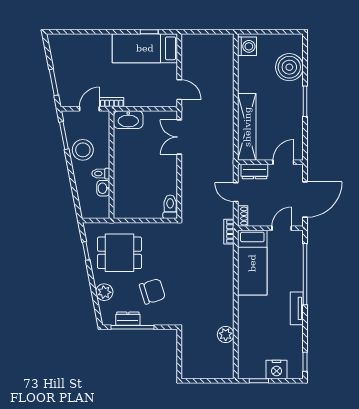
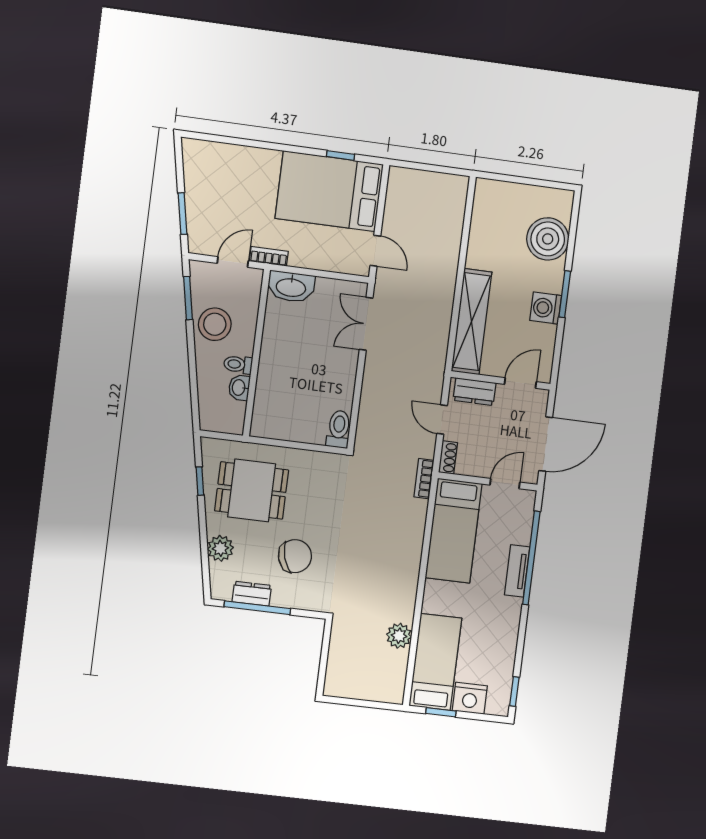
washing machine: (247, 46) -> (546, 308), moved, turned 180
bed: (145, 48) -> (329, 191), width x1.50
tv unit: (297, 308) -> (517, 571), moved
bed: (251, 349) -> (435, 662), added

